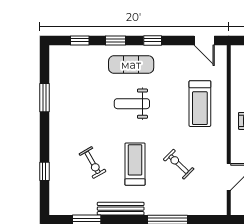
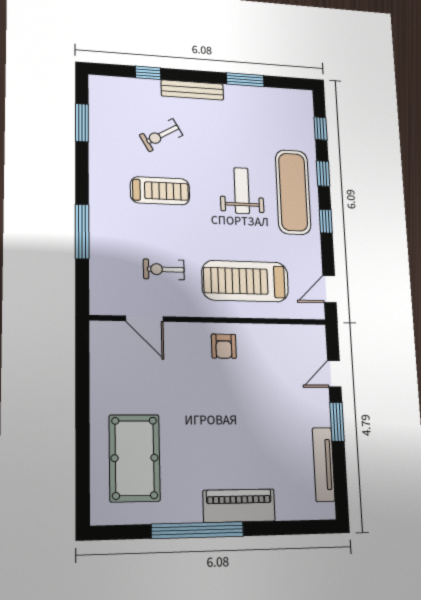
exercise mat: (131, 65) -> (293, 192), width x1.36, depth x1.45
treadmill: (200, 104) -> (245, 281), width x1.37, depth x1.38
exercise bike: (179, 164) -> (164, 269), moved, turned -134
bench: (121, 209) -> (192, 90), moved, turned 90

